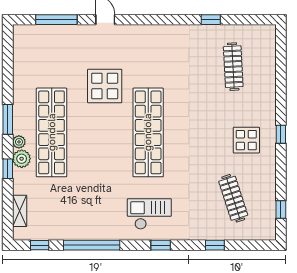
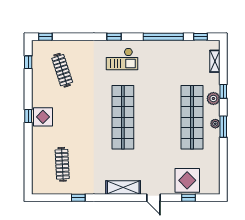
window: (56, 20) -> (189, 198), width x0.46
shelving: (148, 34) -> (123, 188), added
display table: (105, 86) -> (187, 180), moved
display table: (246, 140) -> (43, 117), moved
plant: (19, 142) -> (215, 124), moved
window: (215, 245) -> (45, 37), moved

